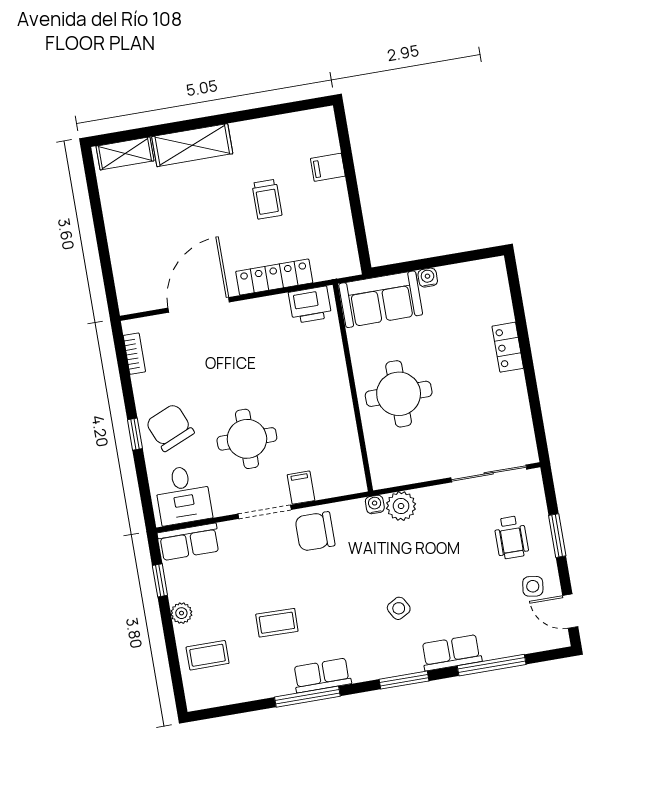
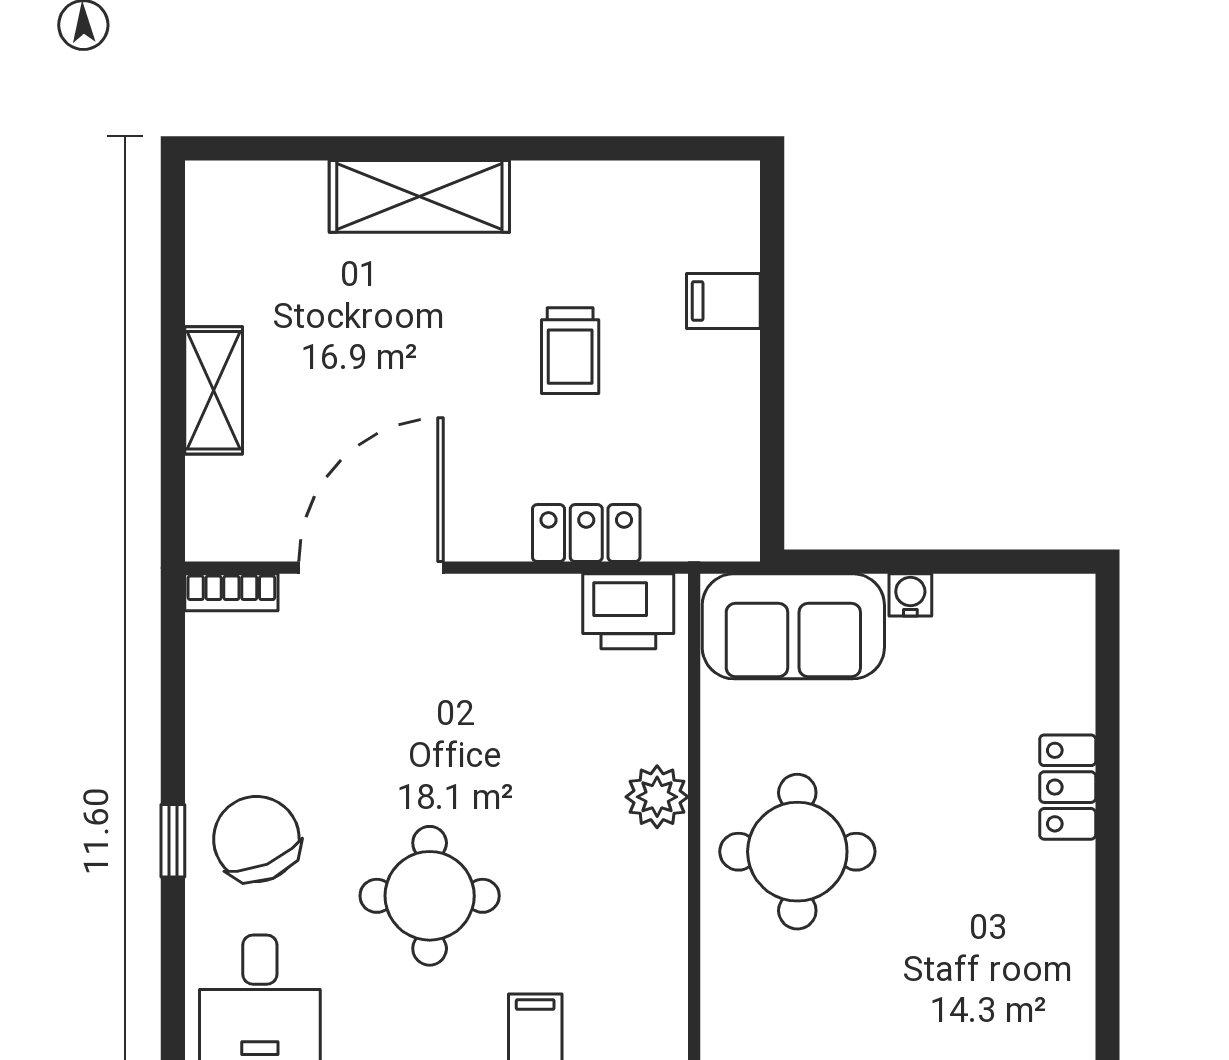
shelving: (125, 153) -> (214, 390), moved, turned 90
locker: (274, 277) -> (586, 533), width x0.66
bookcase: (134, 354) -> (231, 592), moved, turned 90
plant: (336, 381) -> (657, 797), added

